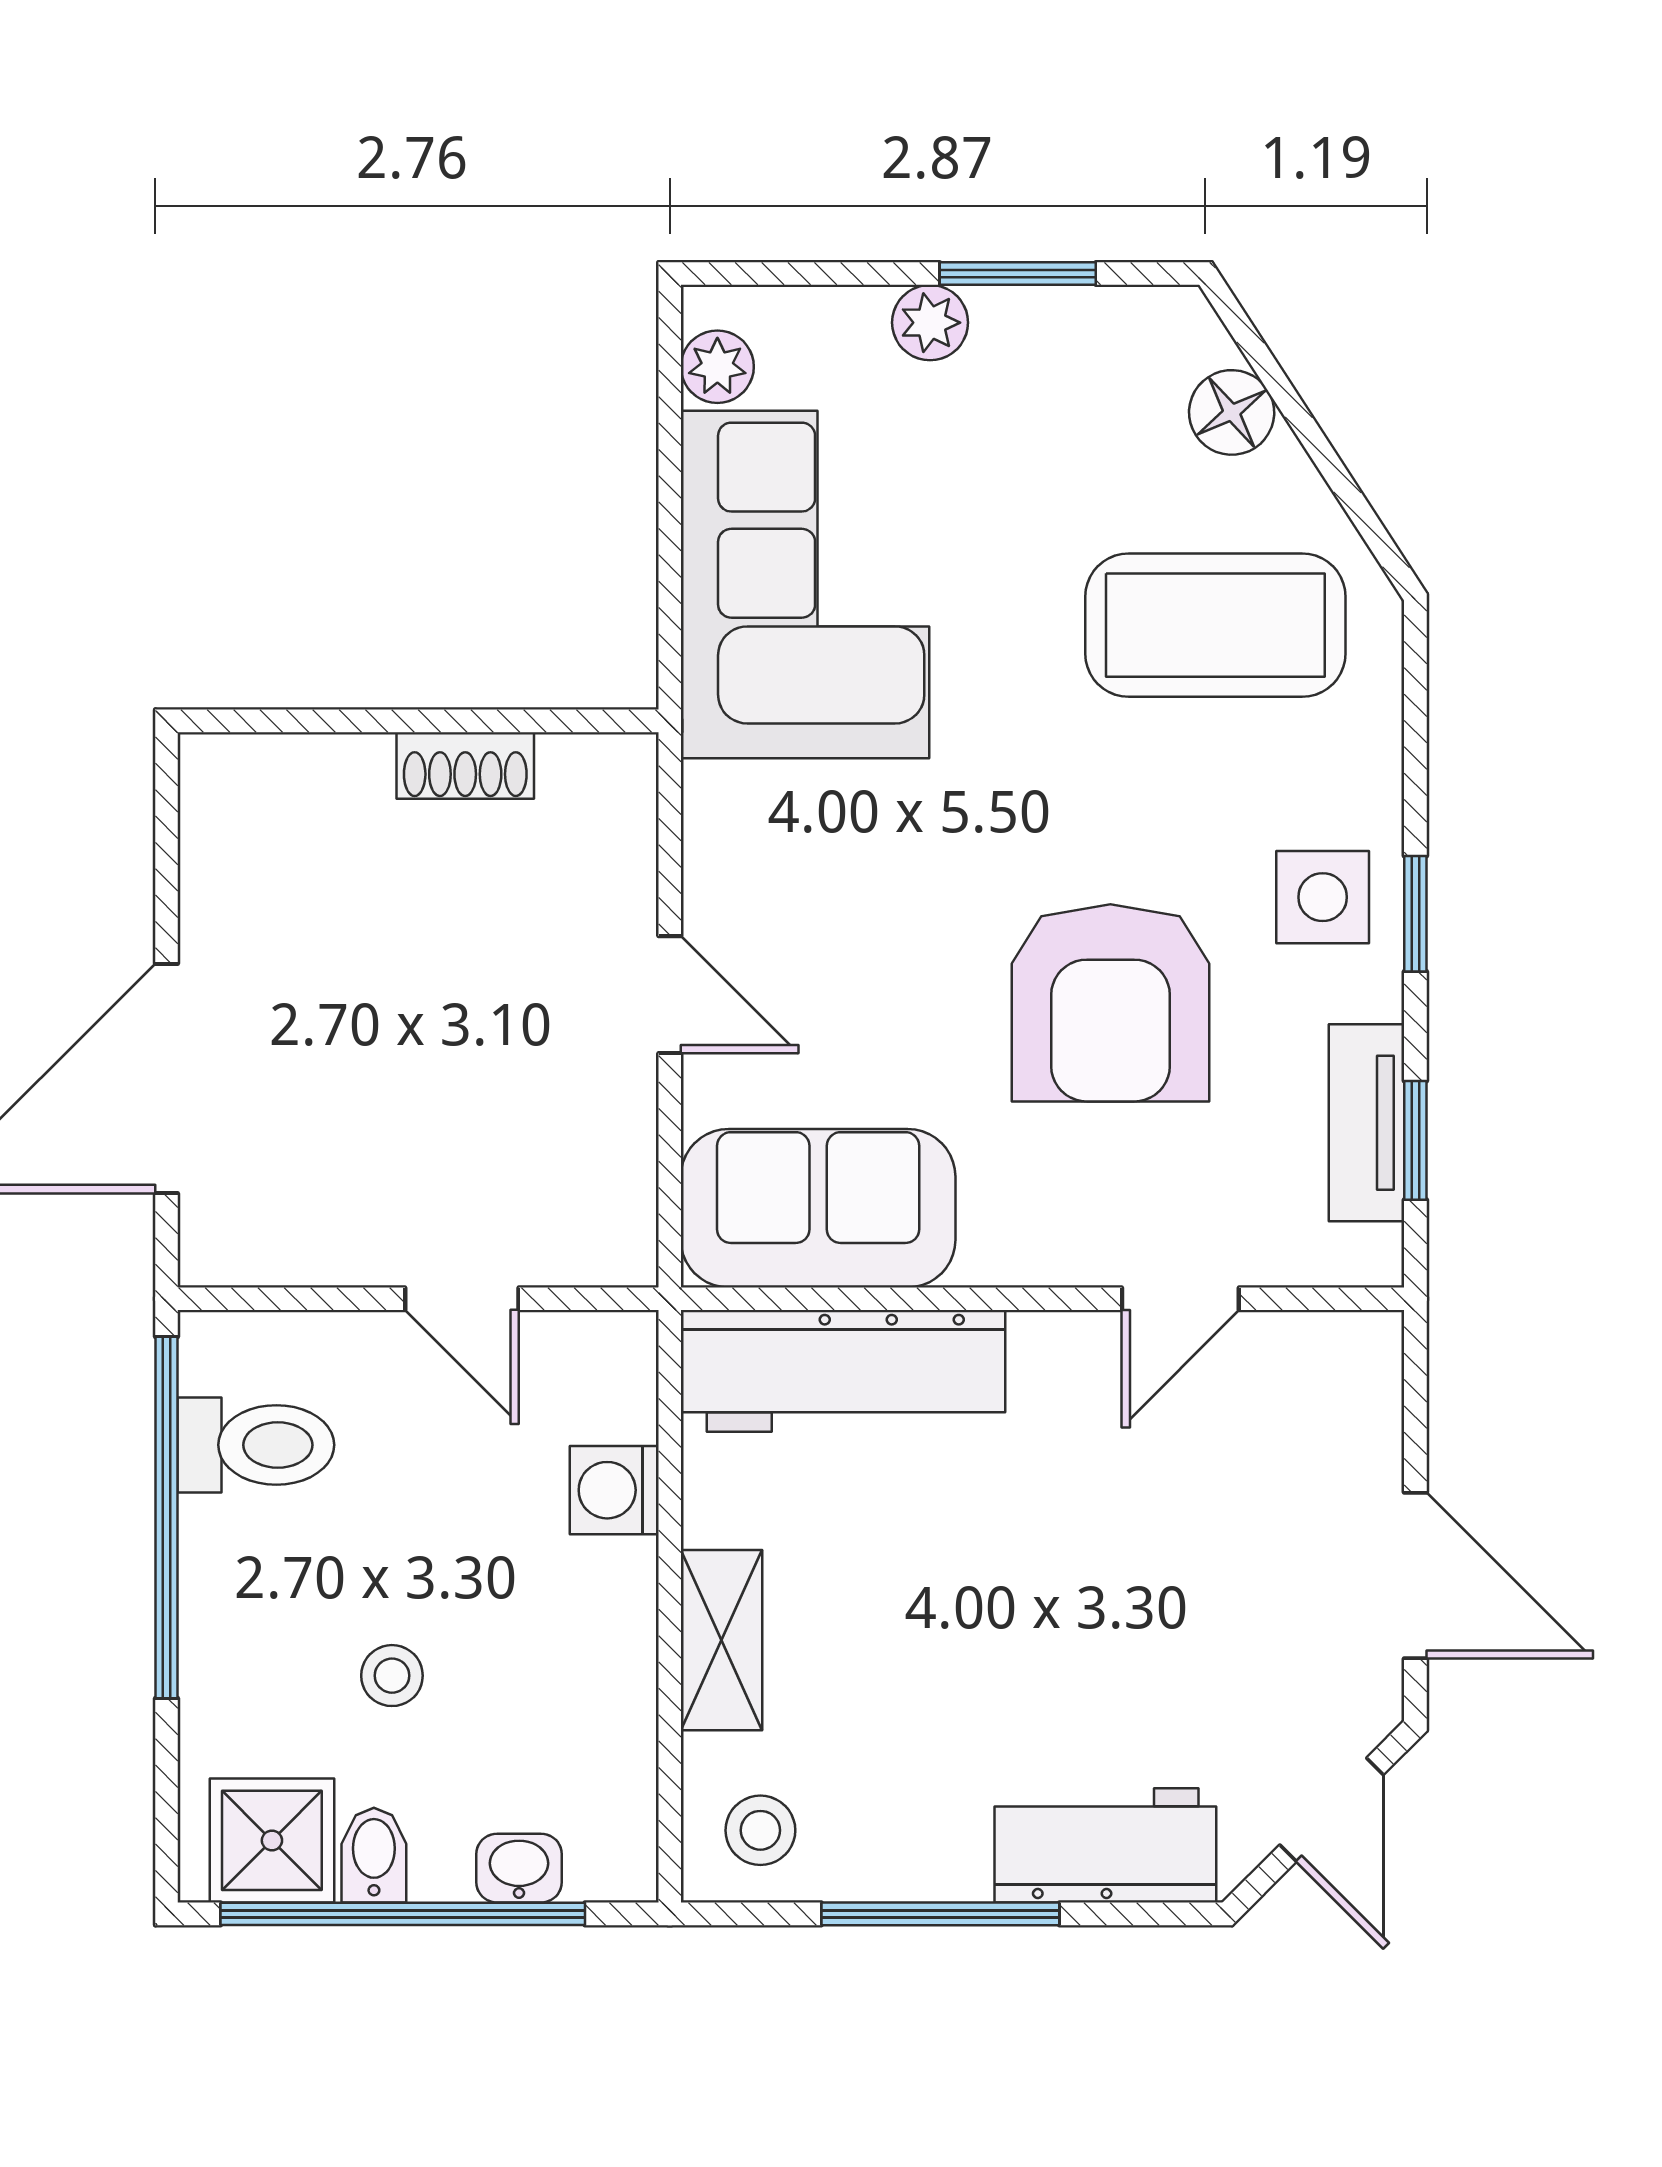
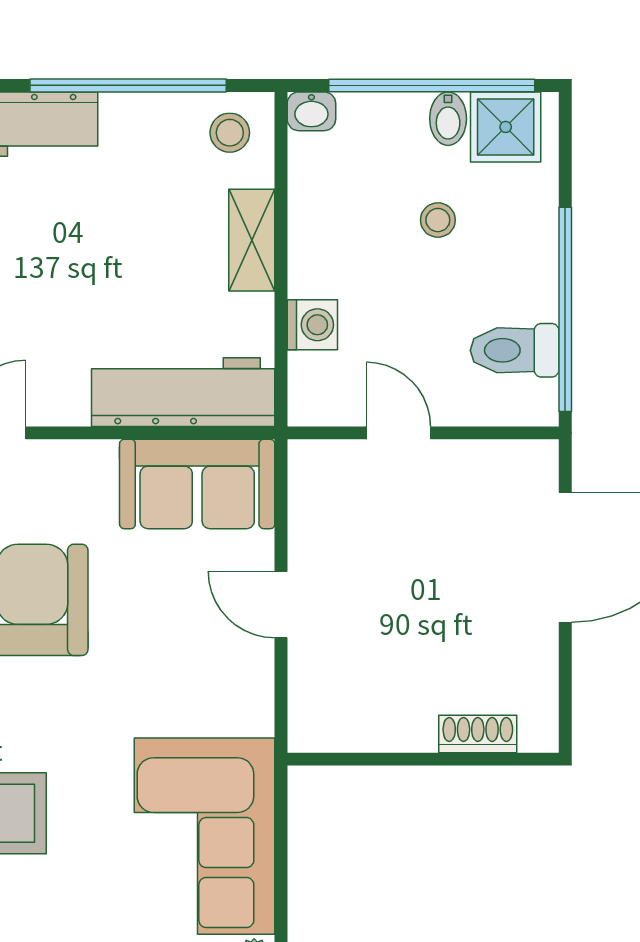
shoe rack: (465, 765) -> (478, 734), moved
washbasin: (519, 1868) -> (311, 111), moved
window: (940, 1914) -> (128, 85), width x1.46

